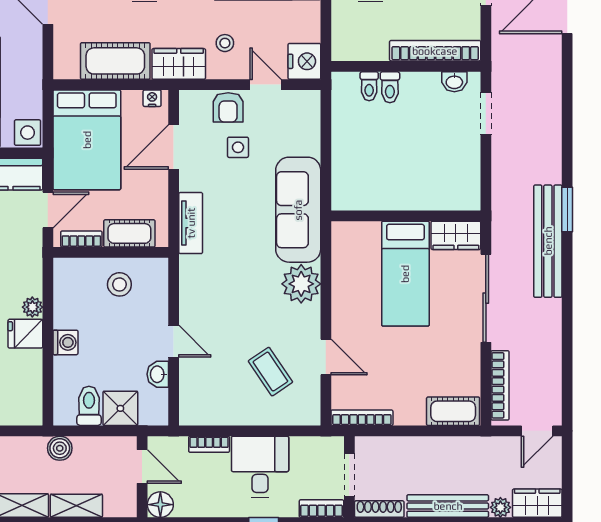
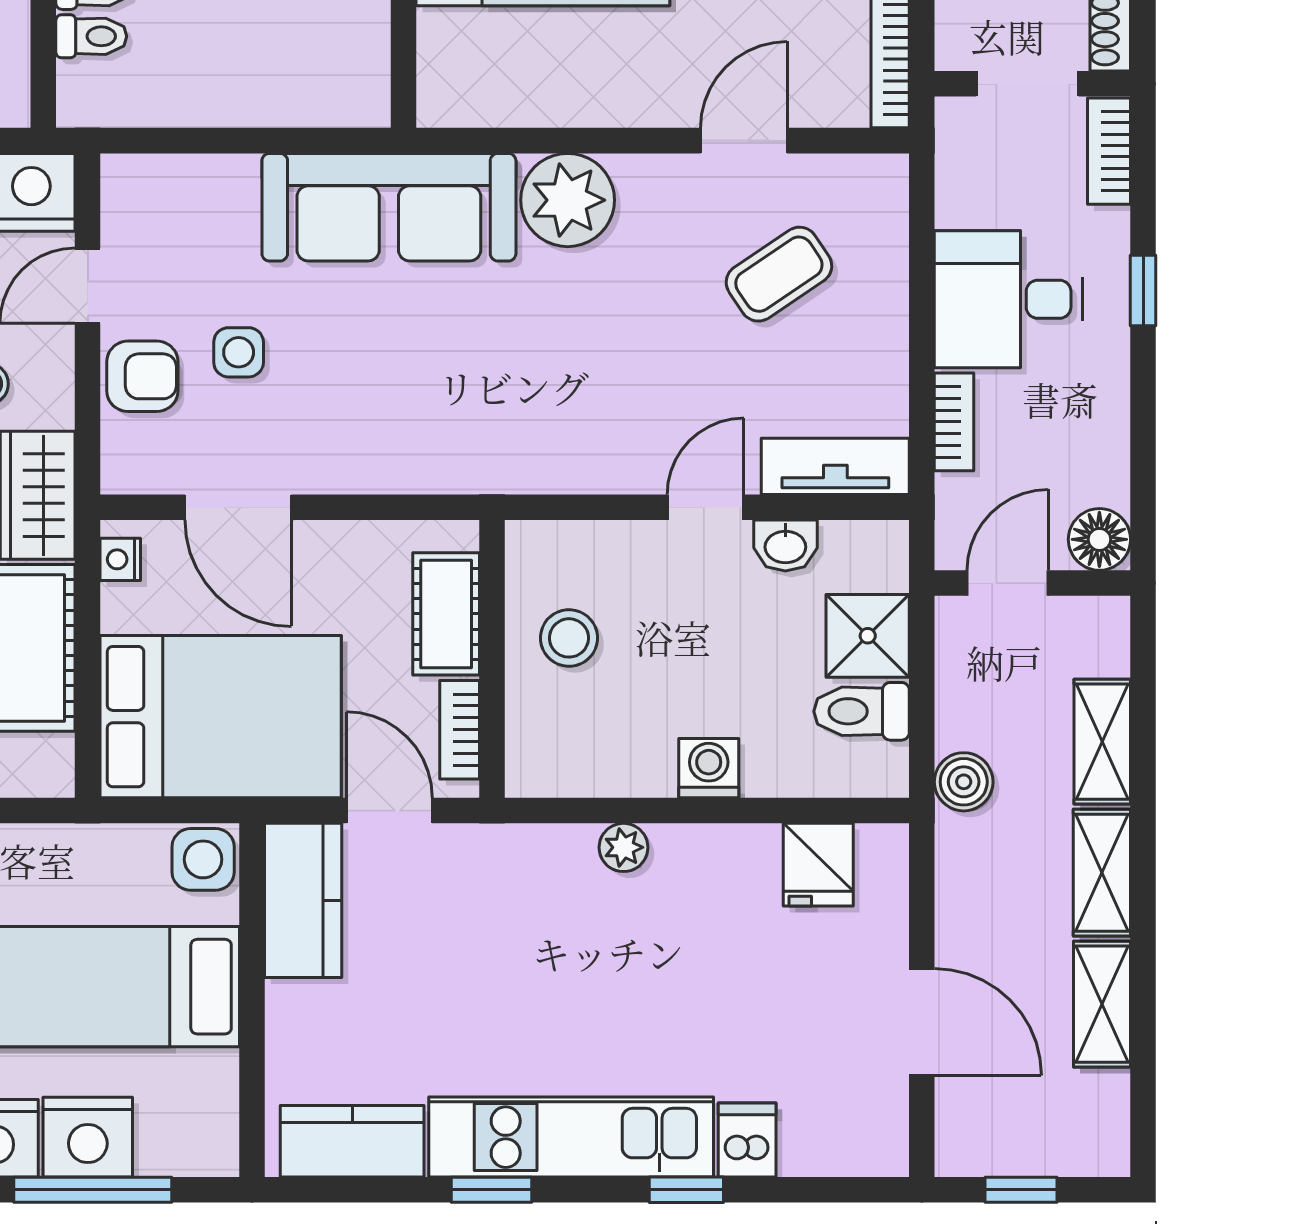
tv unit: (191, 223) -> (835, 466), moved
fridge: (25, 334) -> (818, 865), moved

